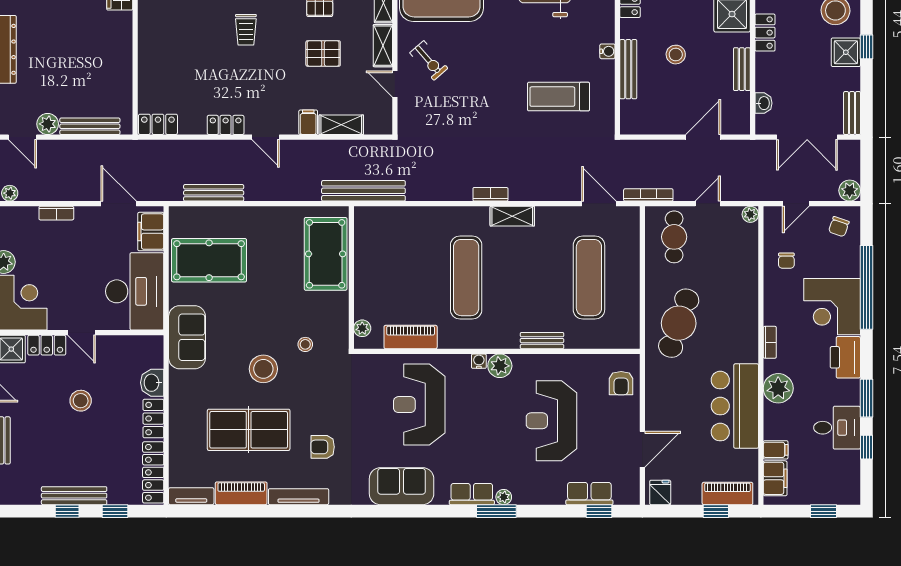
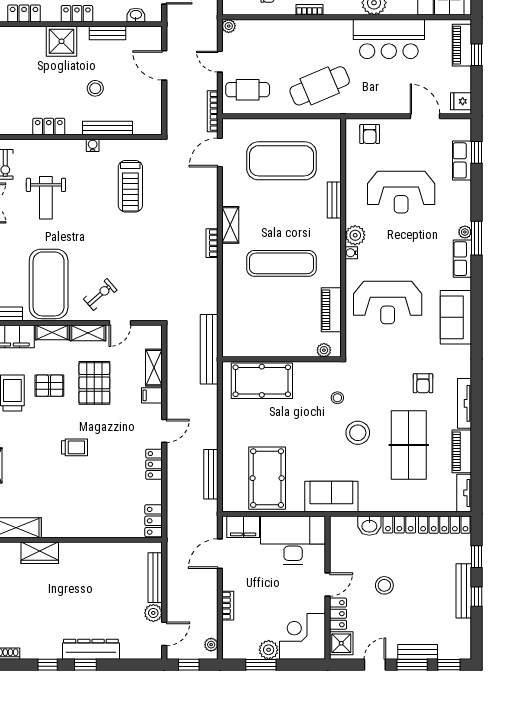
pallet: (323, 53) -> (94, 383), width x1.50, depth x1.42
exercise mat: (589, 278) -> (282, 161), width x1.47
cafe table: (679, 323) -> (320, 86), turned -42
bookcase: (770, 342) -> (309, 10), moved
armchair: (621, 383) -> (370, 134), turned 90

